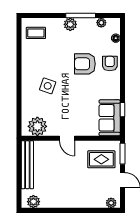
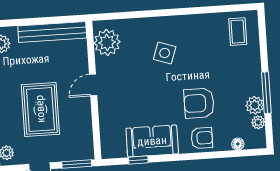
plant: (70, 24) -> (255, 105), moved
armchair: (85, 64) -> (199, 103), turned -90
sofa: (110, 118) -> (152, 141), moved
rug: (101, 159) -> (40, 109), moved, width x1.36, depth x1.43

